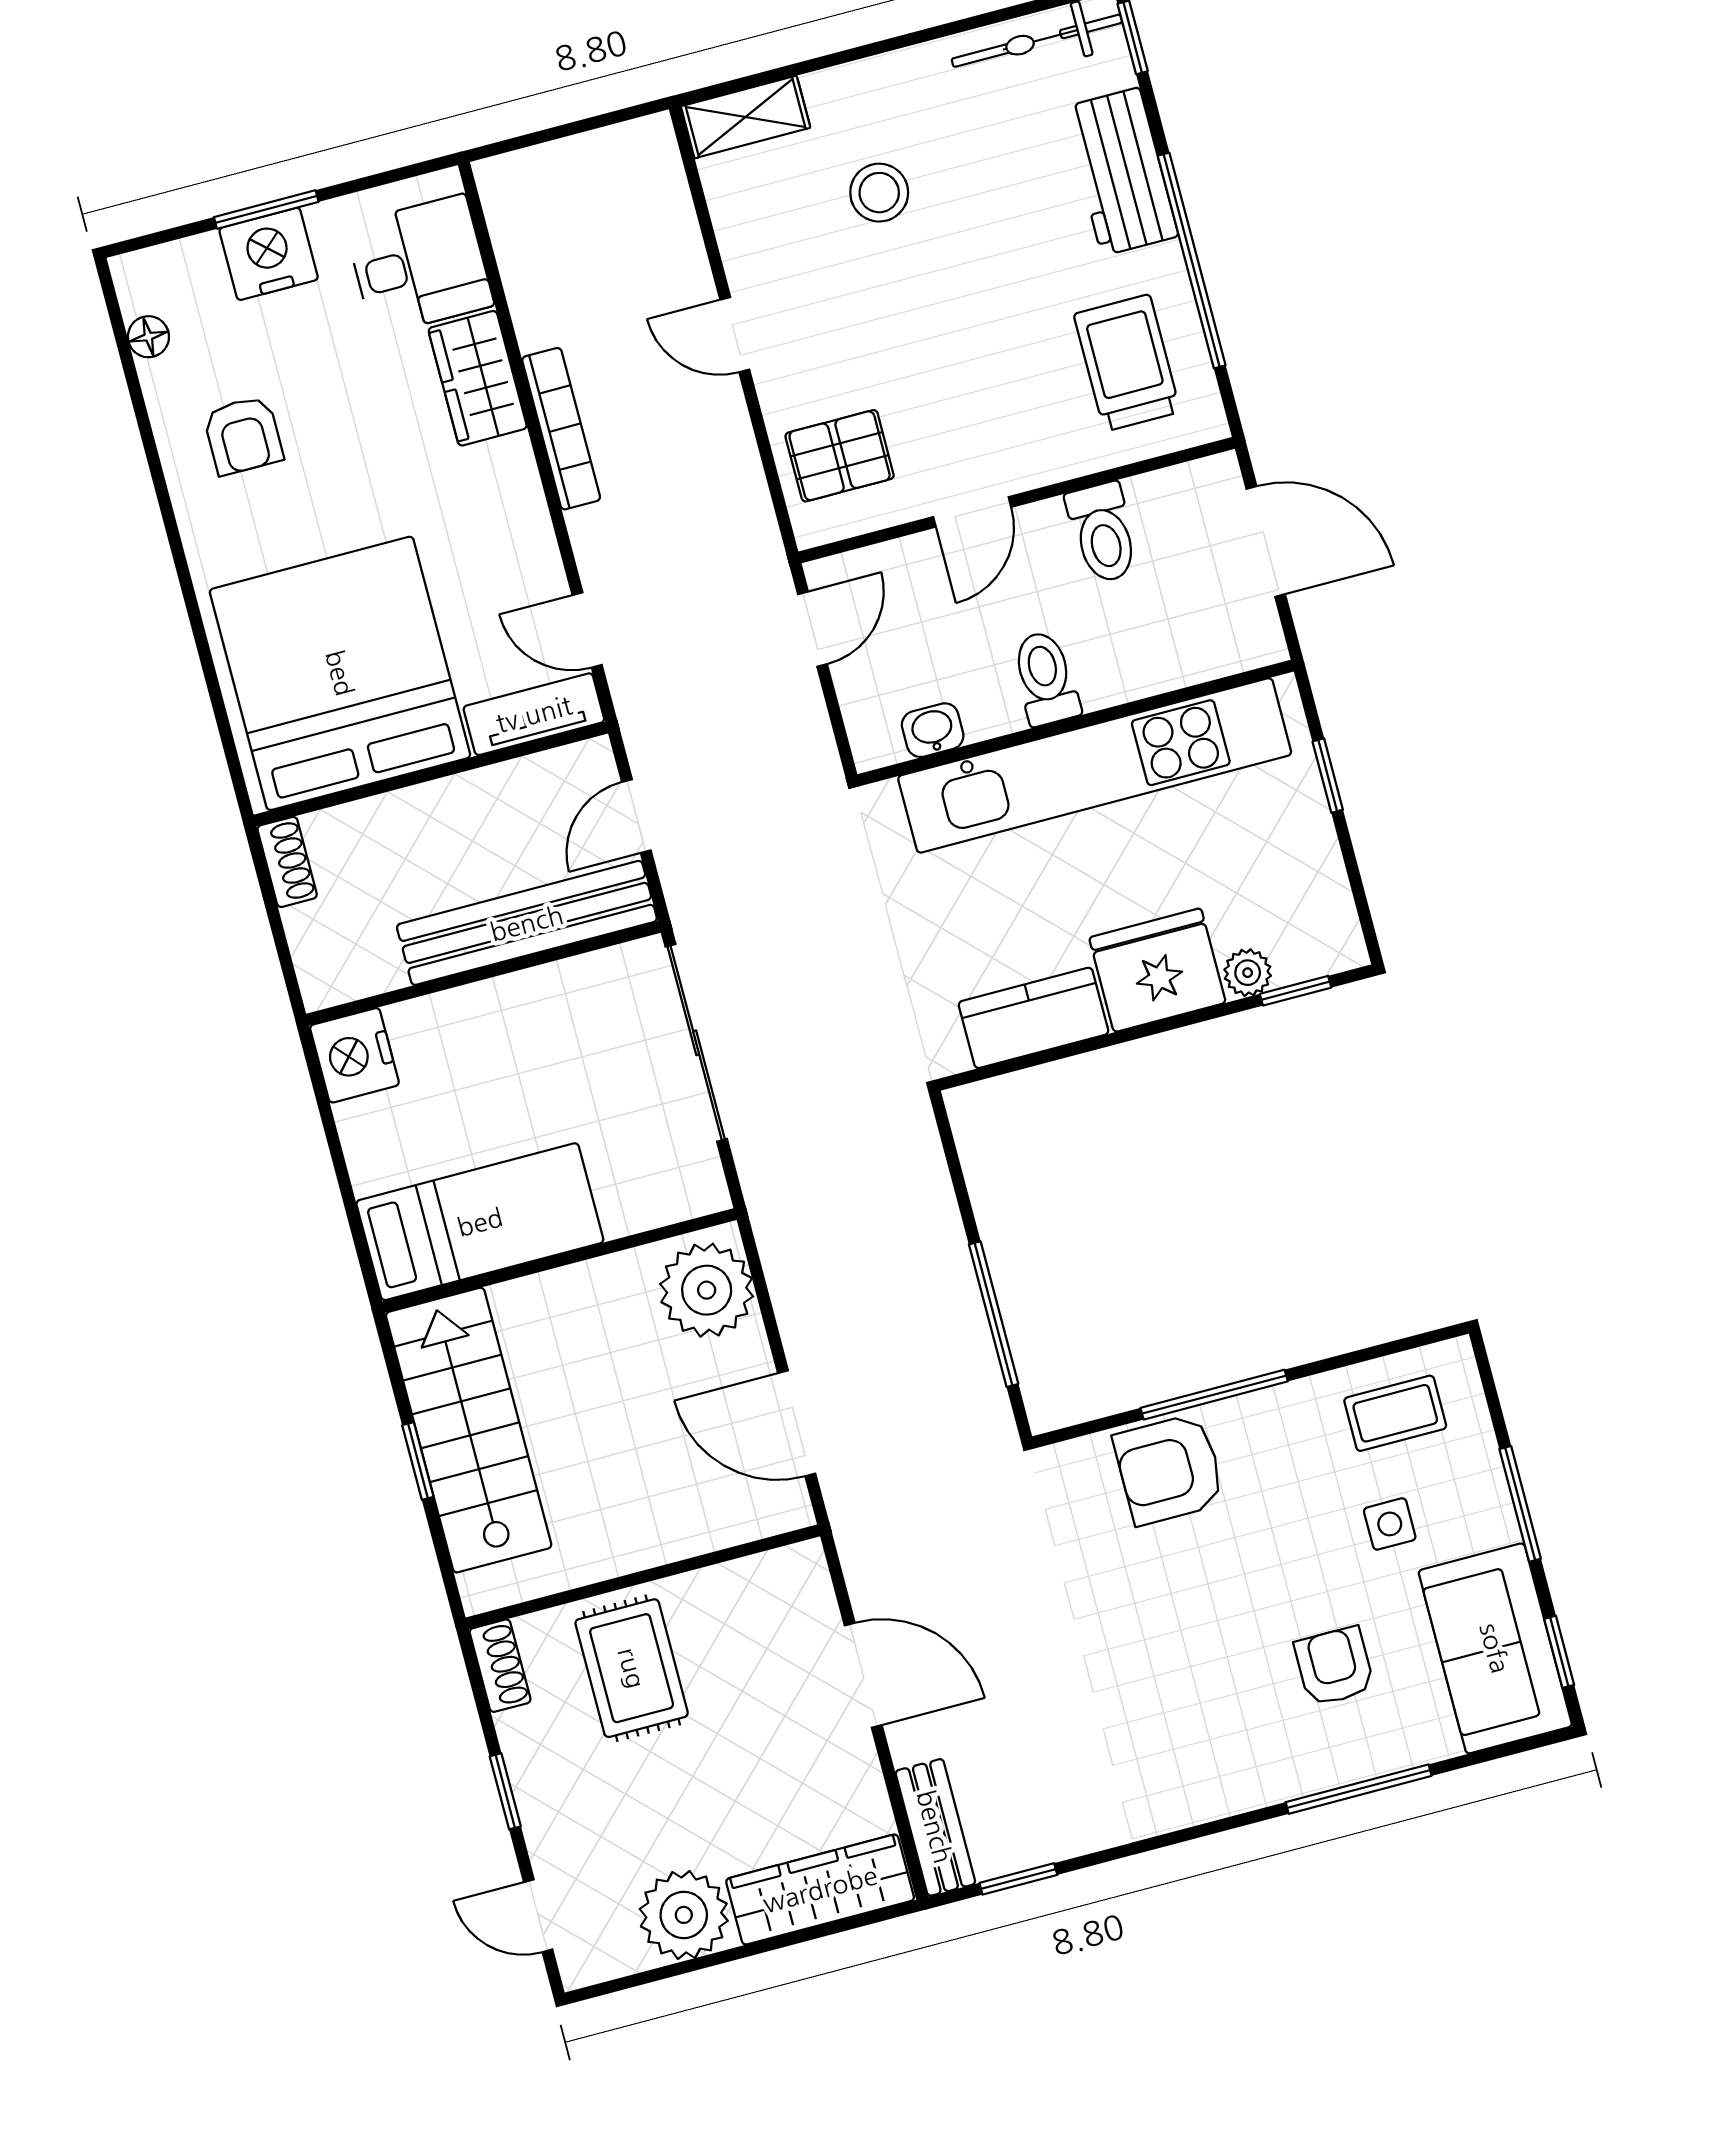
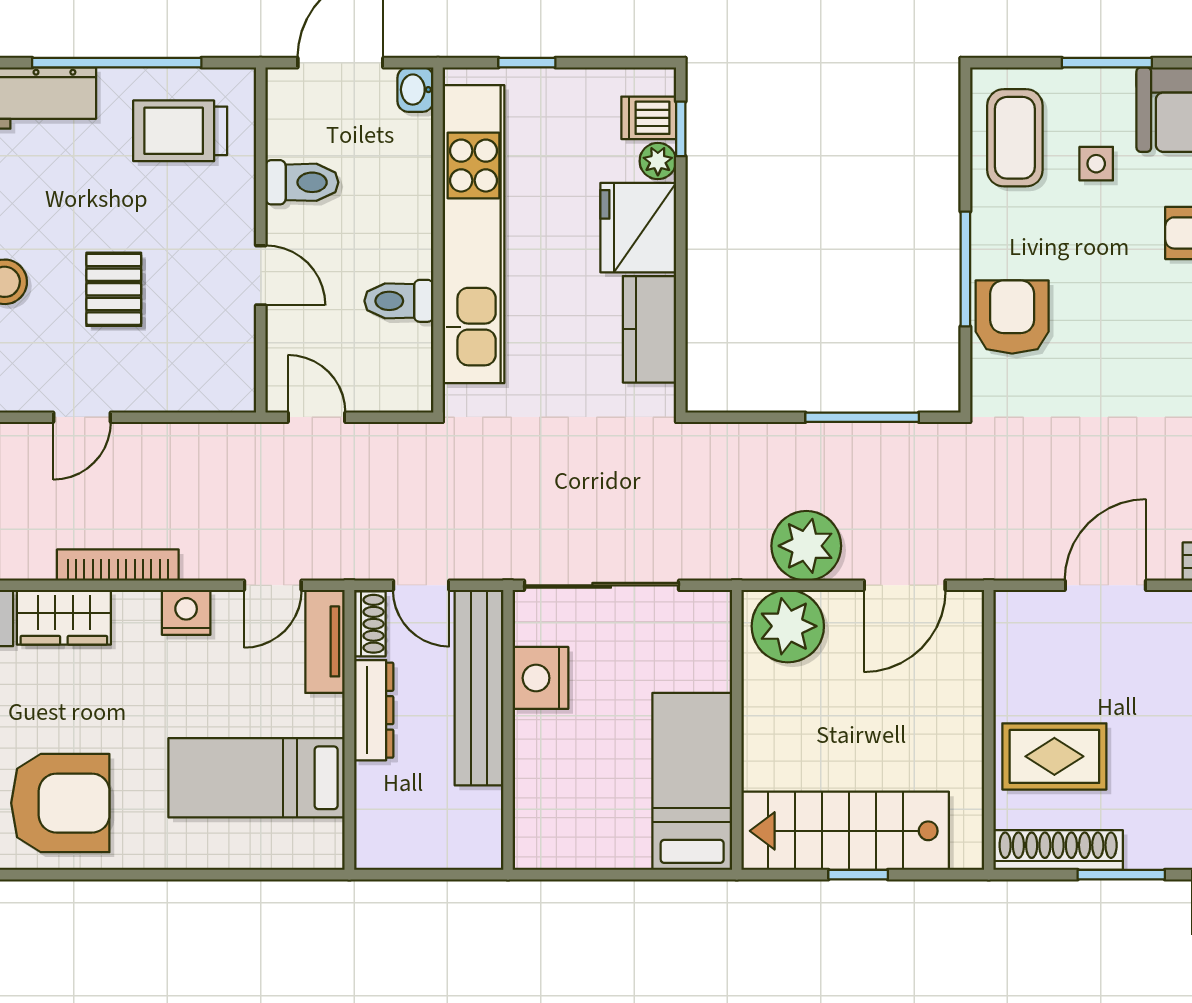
armchair: (243, 435) -> (60, 803), width x1.88, depth x1.88
pallet: (840, 456) -> (114, 289), moved
nightstand: (524, 530) -> (186, 612), added
bed: (340, 673) -> (257, 778), width x0.49
toilet: (1046, 678) -> (399, 301), moved
washbasin: (933, 730) -> (415, 90), moved
dresser: (464, 798) -> (374, 710), added
shoe rack: (287, 862) -> (370, 624), moved, turned 90
dishwasher: (1299, 947) -> (649, 118), added
nightstand: (354, 1055) -> (541, 678), moved, turned 90
plant: (814, 1287) -> (806, 546), added
coffee table: (1395, 1413) -> (1015, 138), width x1.36, depth x1.30
armchair: (1169, 1469) -> (1012, 317), turned 180
shoe rack: (500, 1666) -> (1058, 850), width x1.94, depth x1.24
window: (505, 1791) -> (1121, 875), width x1.50

